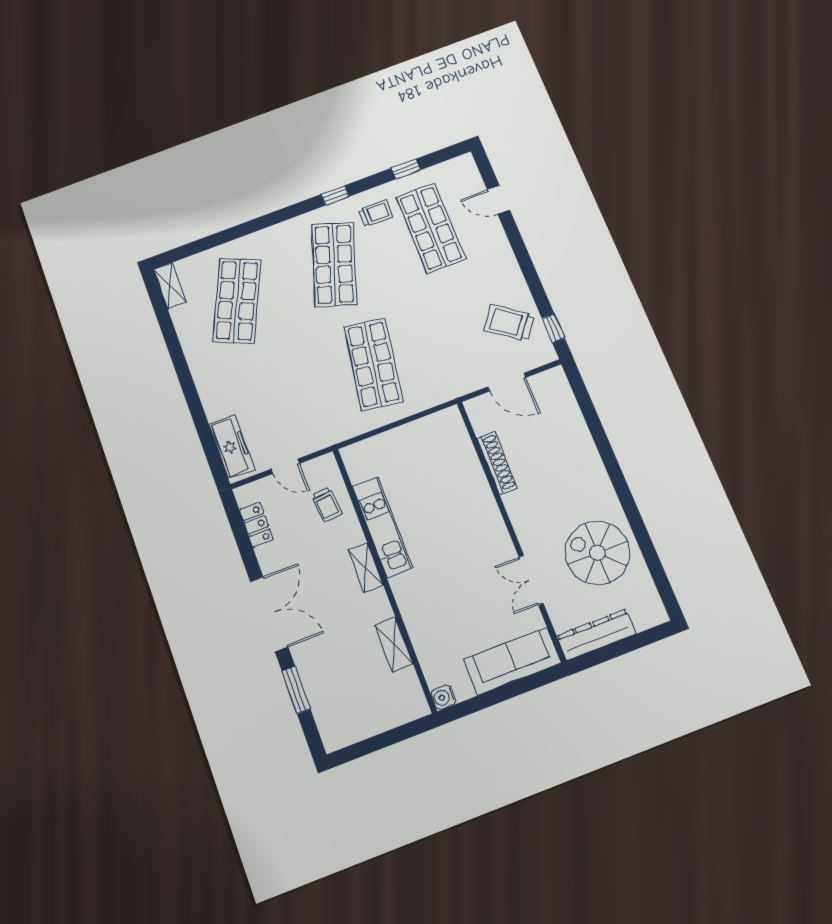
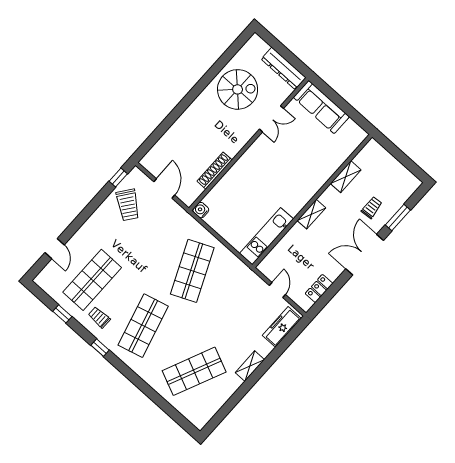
shop shelf: (334, 264) -> (143, 326), turned -33
shelving: (170, 286) -> (250, 366), moved
shop shelf: (373, 364) -> (192, 271), turned -33
trolley: (327, 504) -> (372, 207), moved
kitchen unit: (382, 527) -> (267, 236), moved
spiral stairs: (597, 553) -> (238, 89), turned -90
water cooler: (443, 697) -> (201, 210), moved, turned 180

